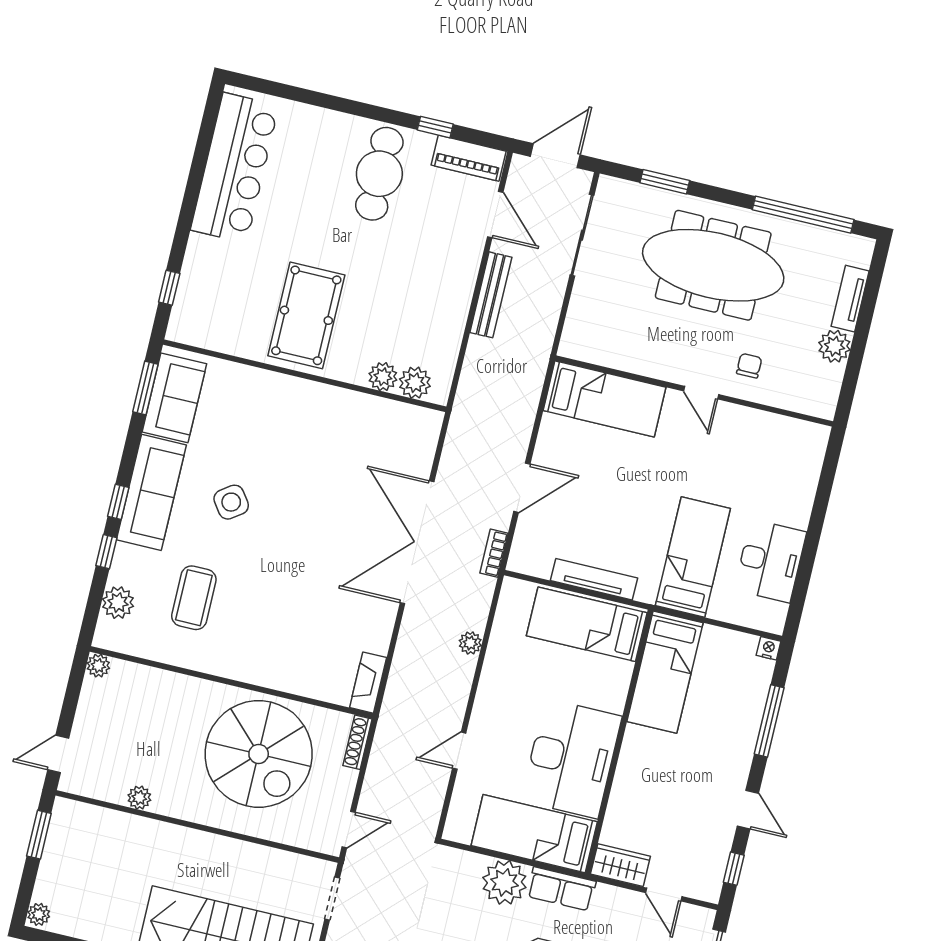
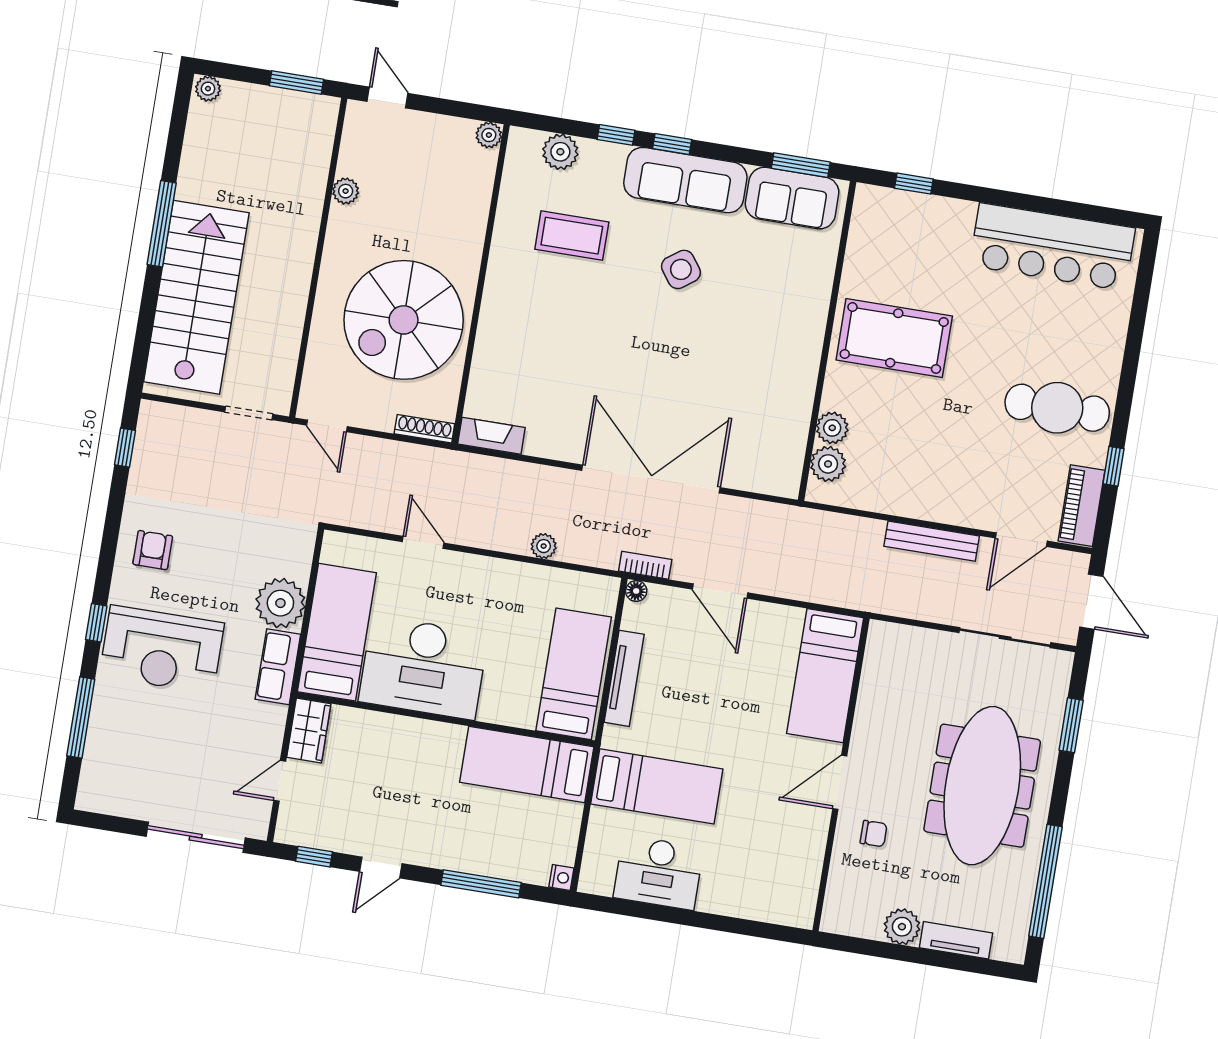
door: (701, 393) -> (840, 782), width x1.37
floor lamp: (516, 563) -> (636, 591), added

